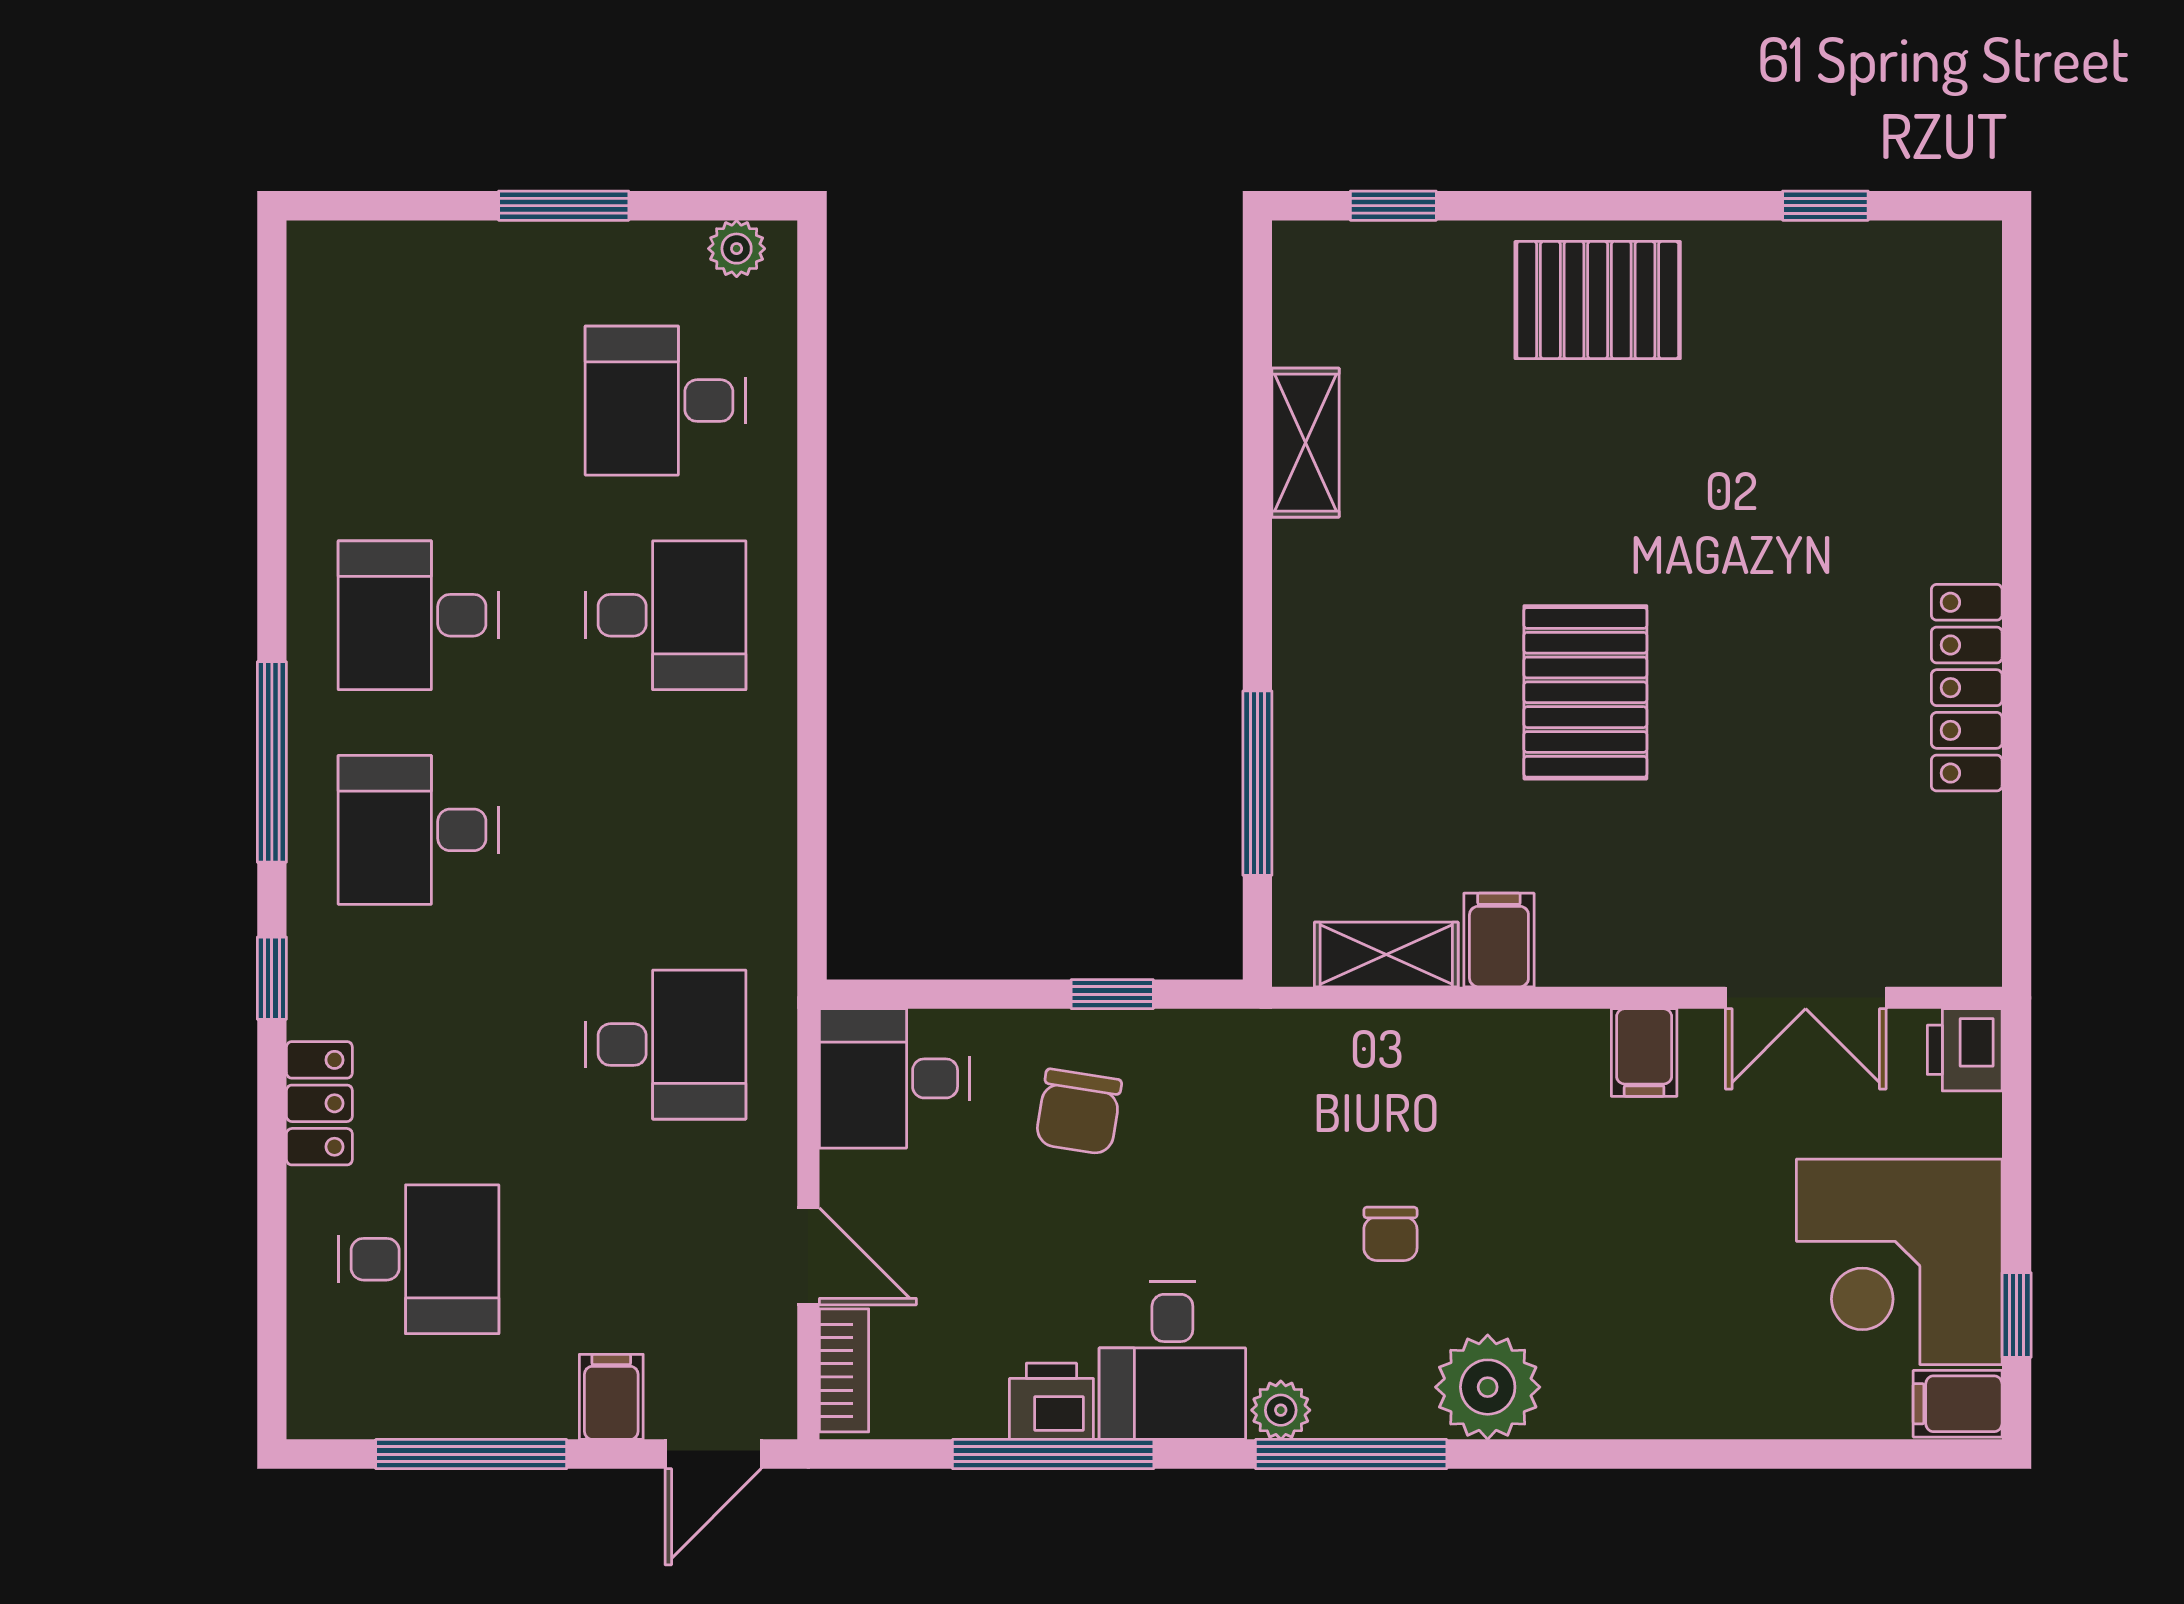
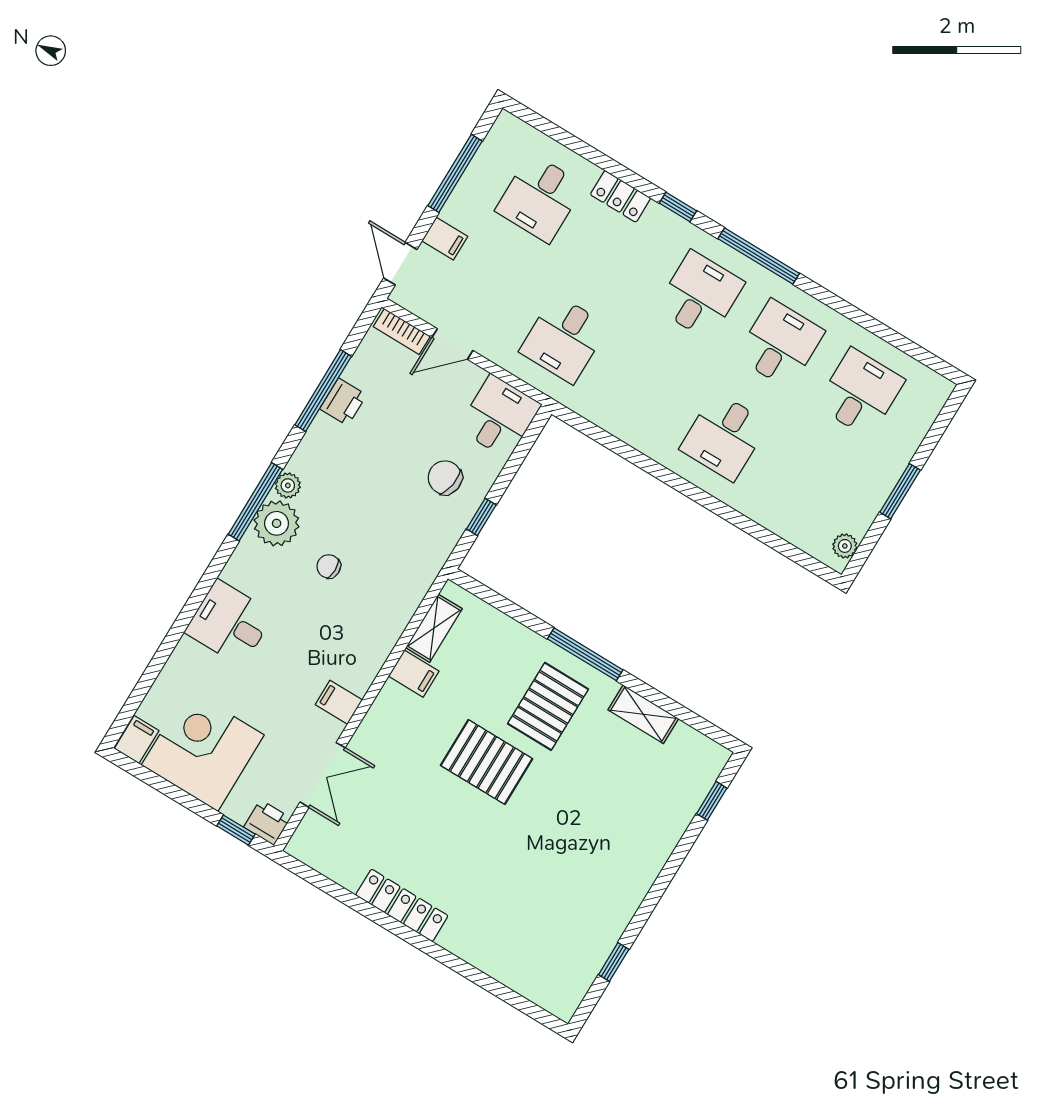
pallet: (1598, 300) -> (548, 706), moved
desk: (665, 401) -> (860, 393), moved
window: (1257, 783) -> (585, 654), moved
double door: (1806, 998) -> (323, 775), swing flipped
window: (2017, 1315) -> (236, 830), moved
desk: (1172, 1361) -> (230, 623), moved
plant: (1488, 1387) -> (277, 523), moved

